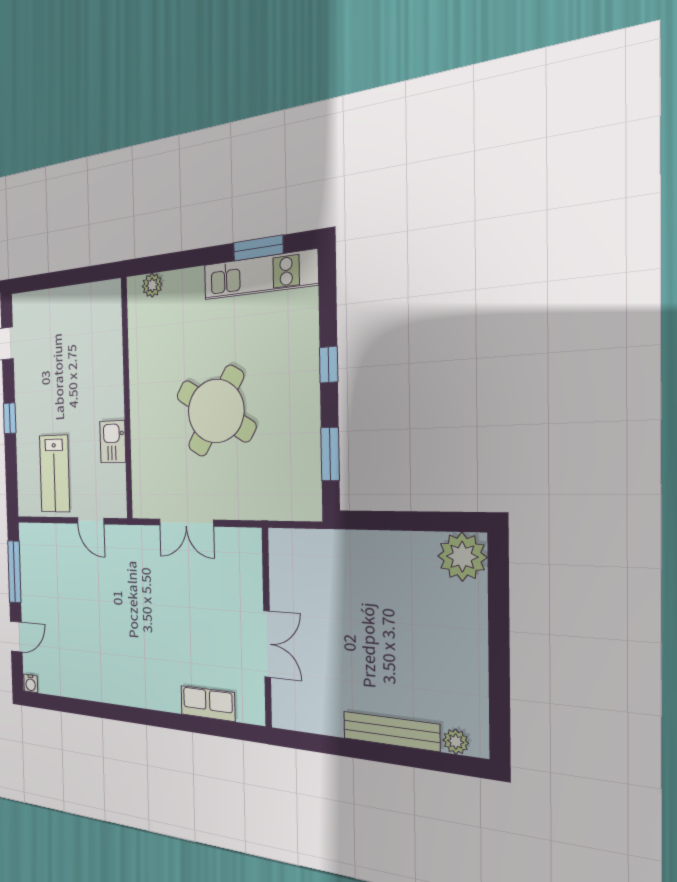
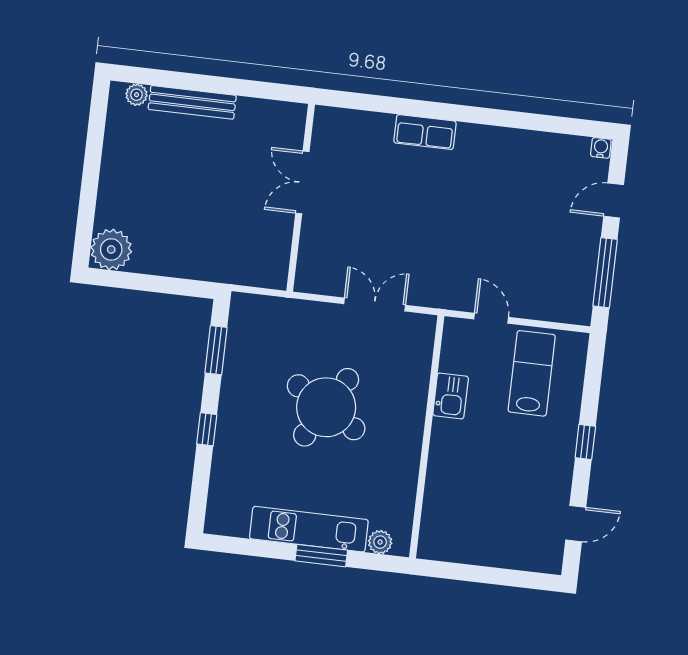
window: (258, 248) -> (321, 556), moved
kitchen unit: (260, 275) -> (309, 529), moved
row of seats: (208, 703) -> (425, 132), moved

